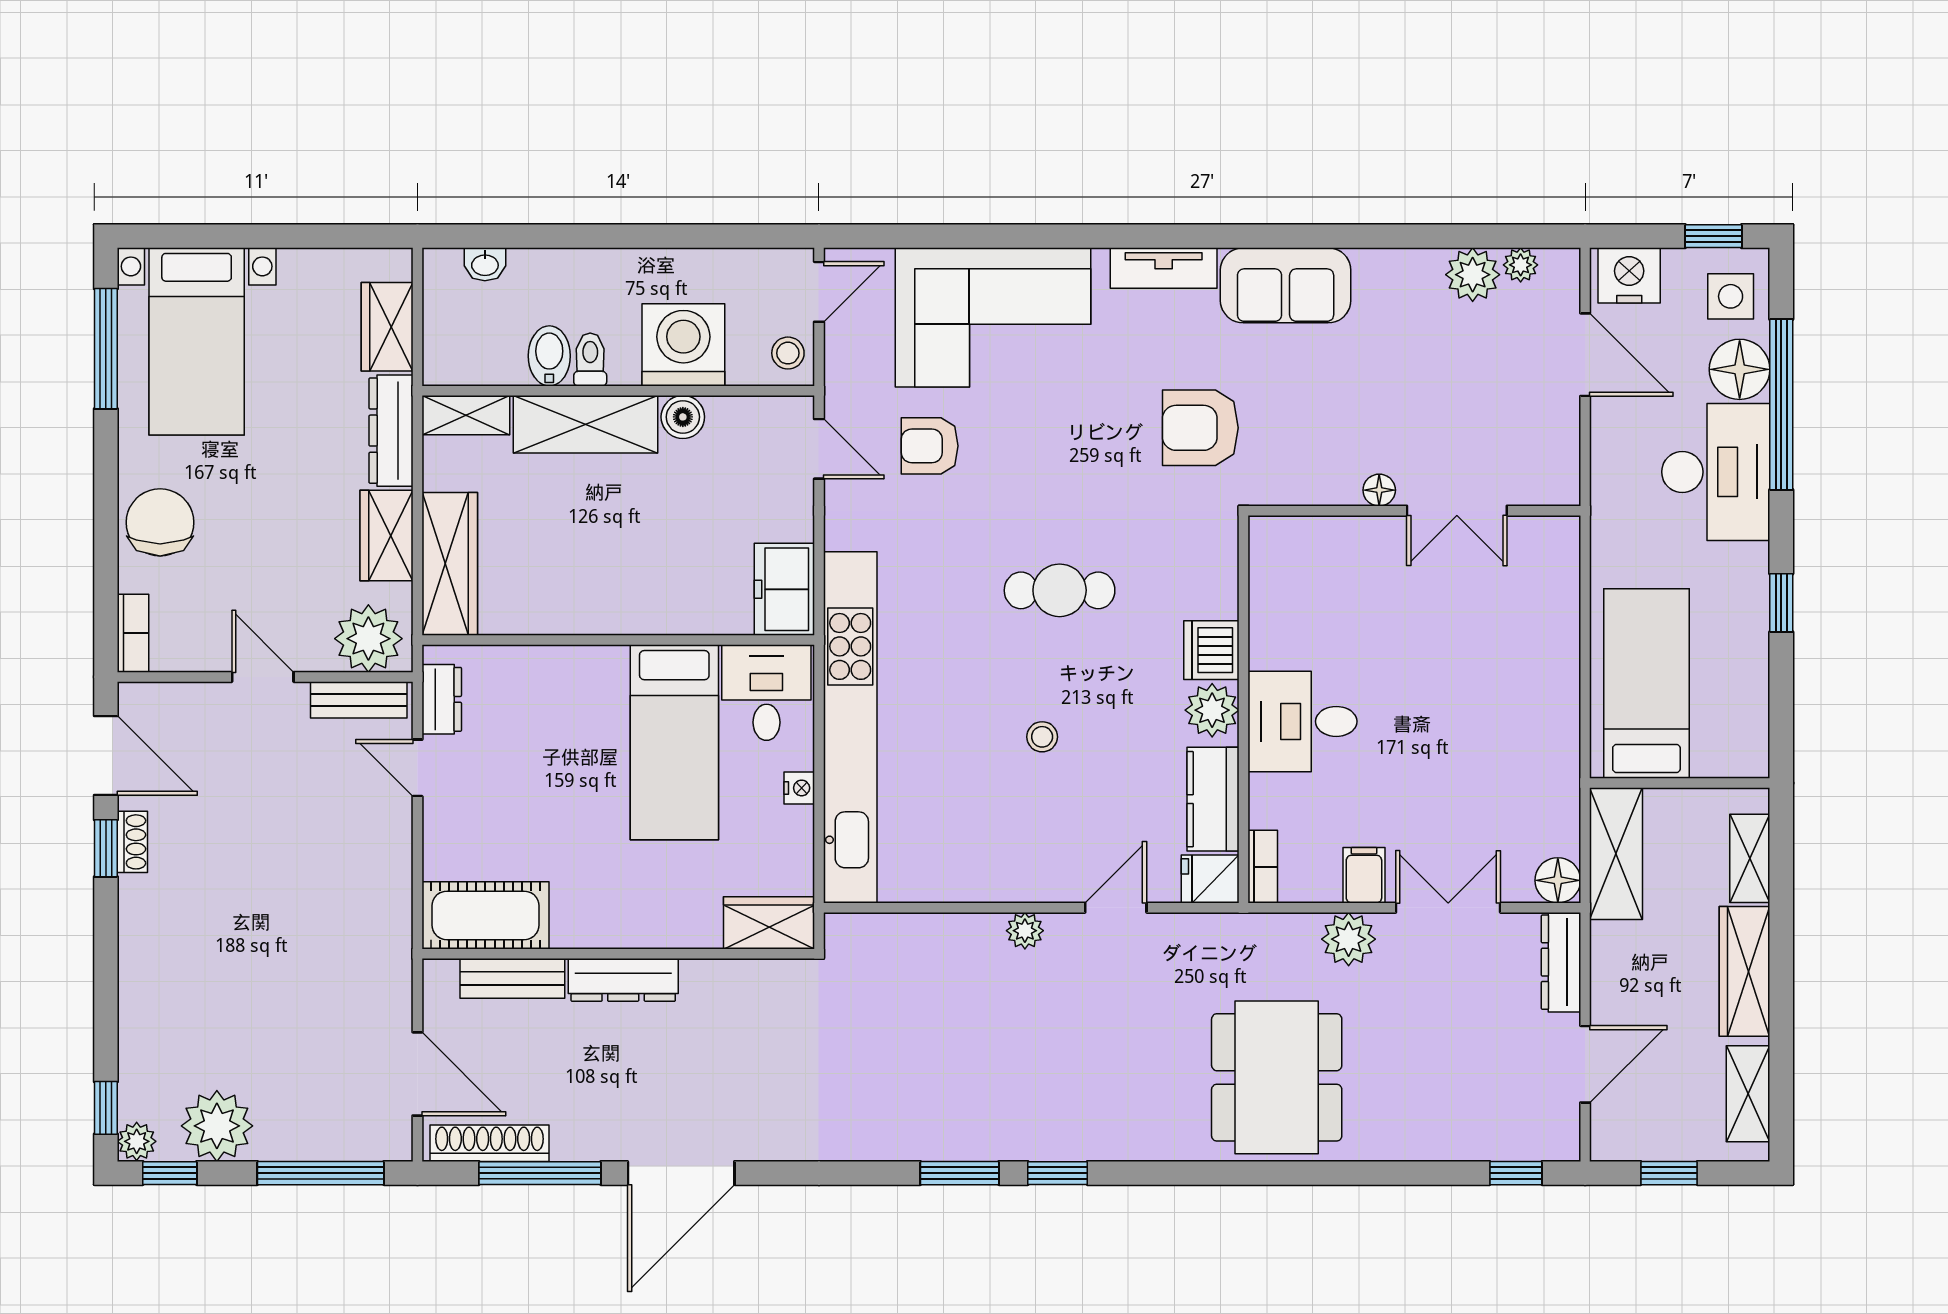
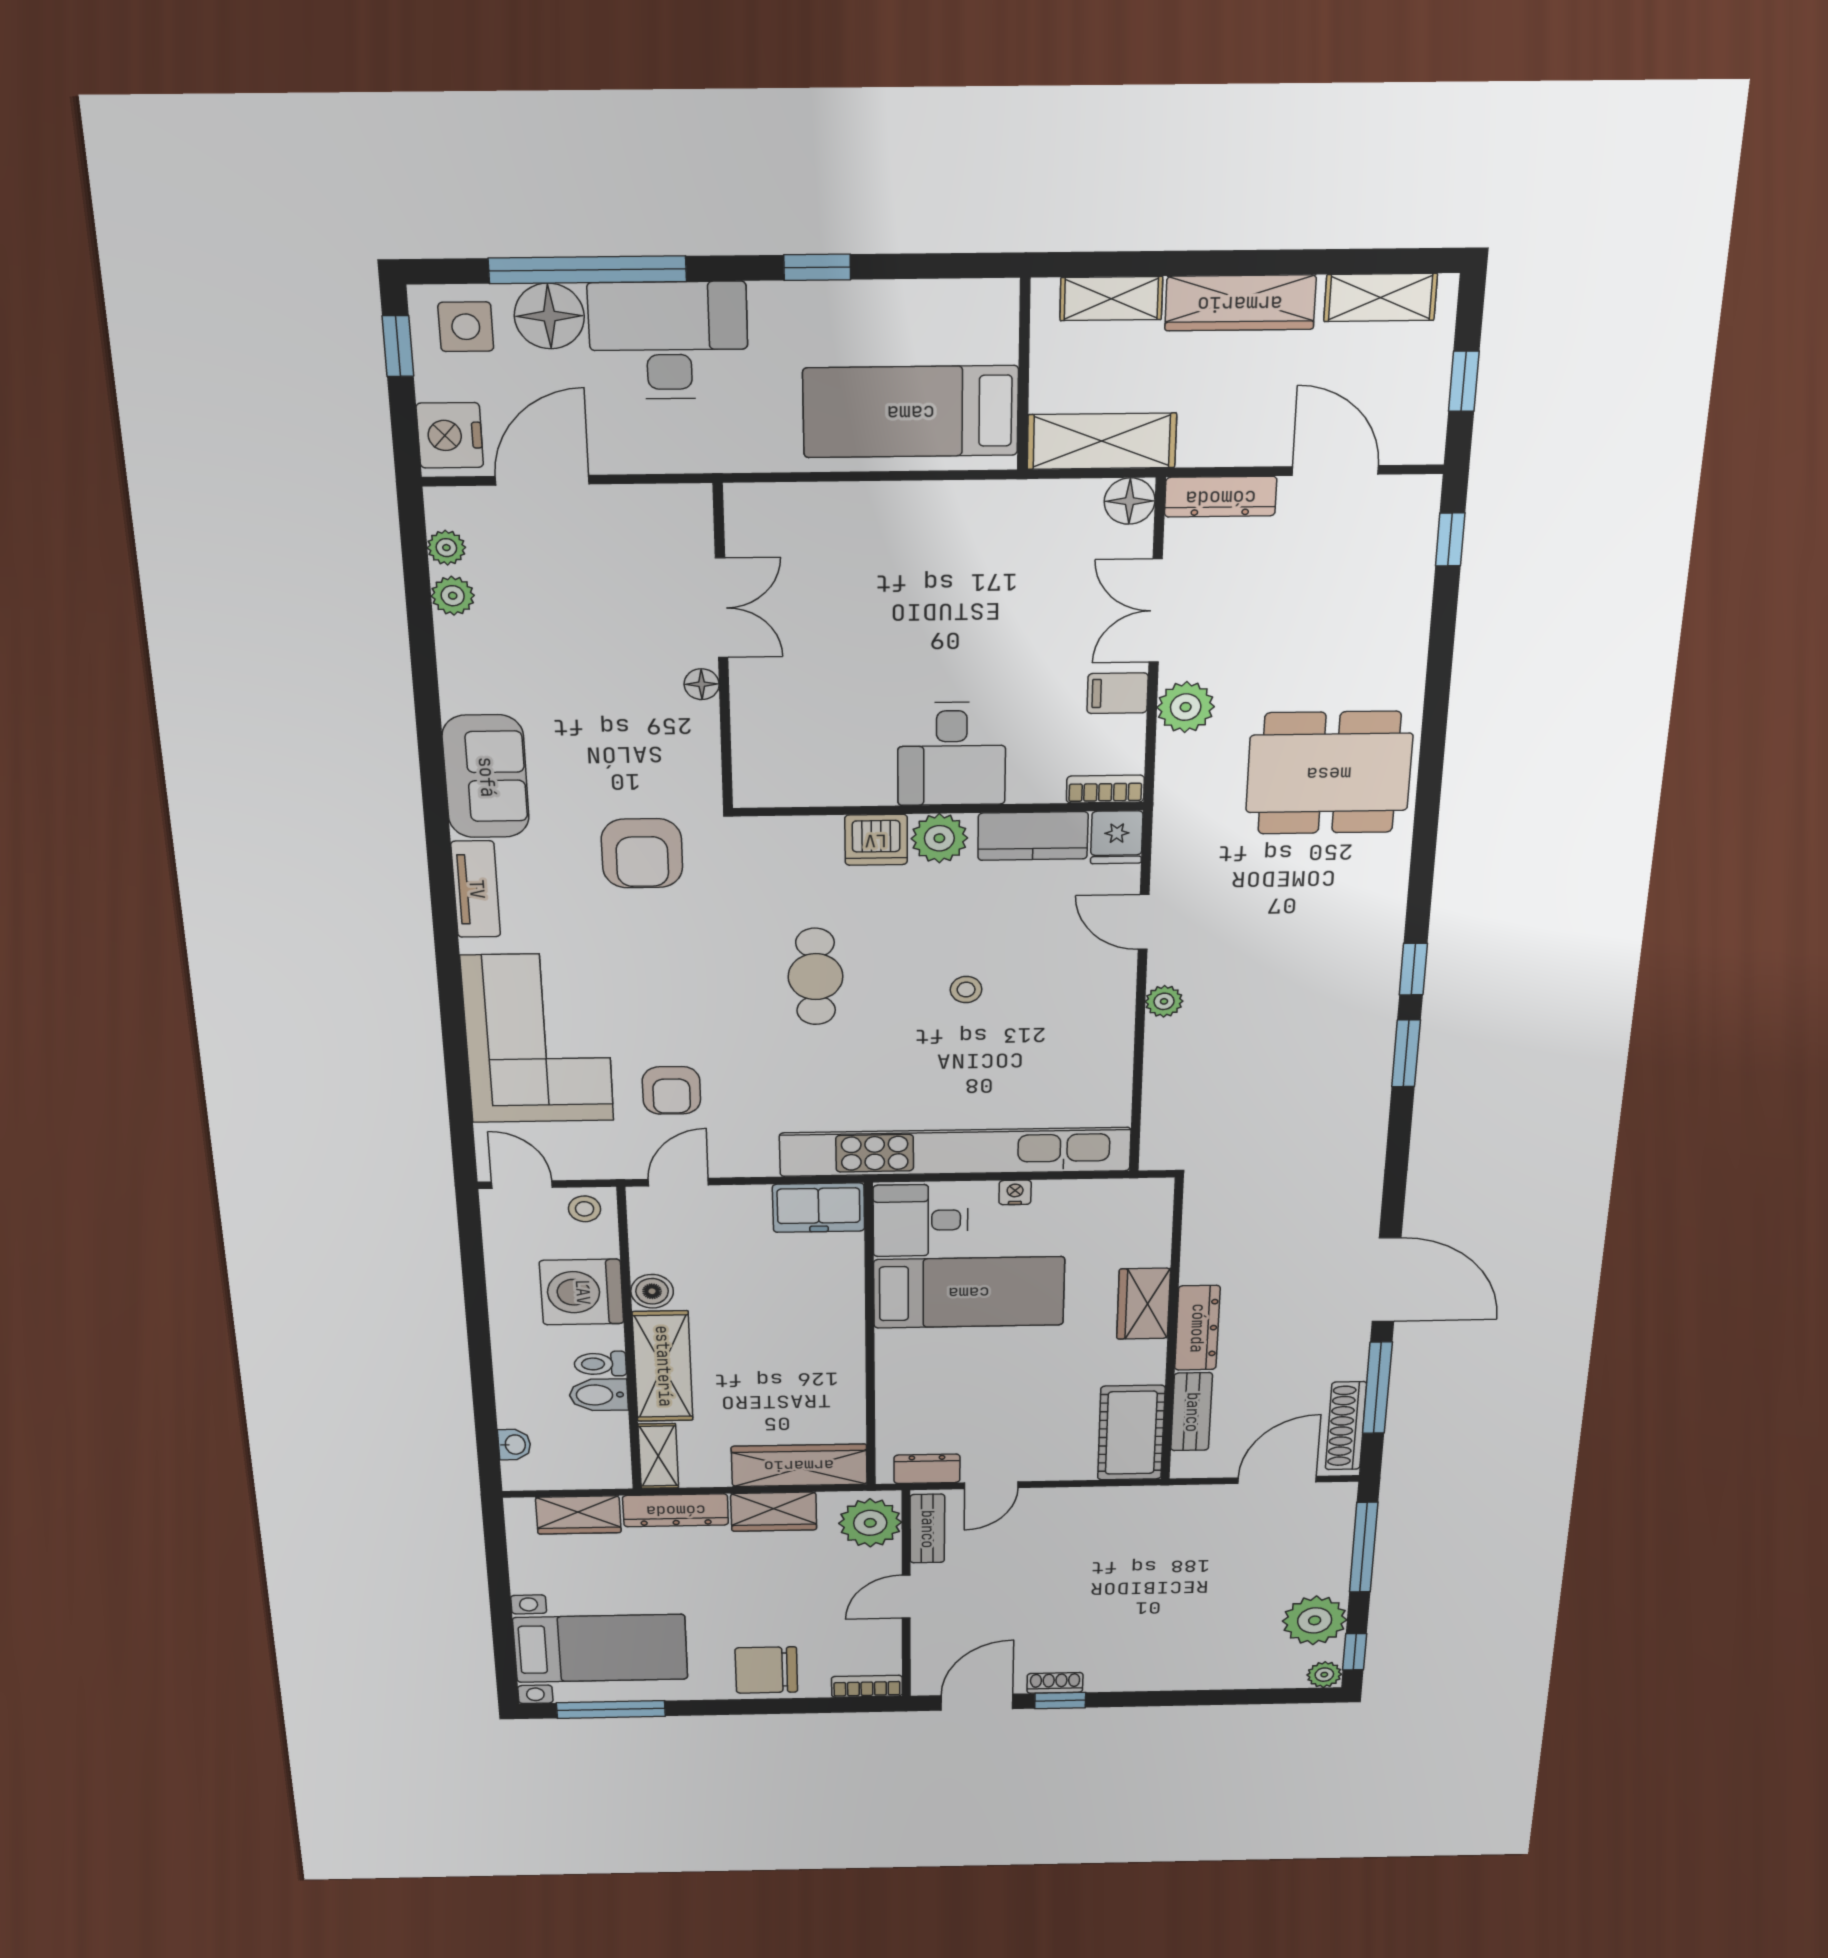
plant: (1473, 275) -> (453, 596), width x0.73, depth x0.73
wardrobe: (769, 923) -> (1144, 1304), moved
window: (106, 1108) -> (1293, 1696), removed

